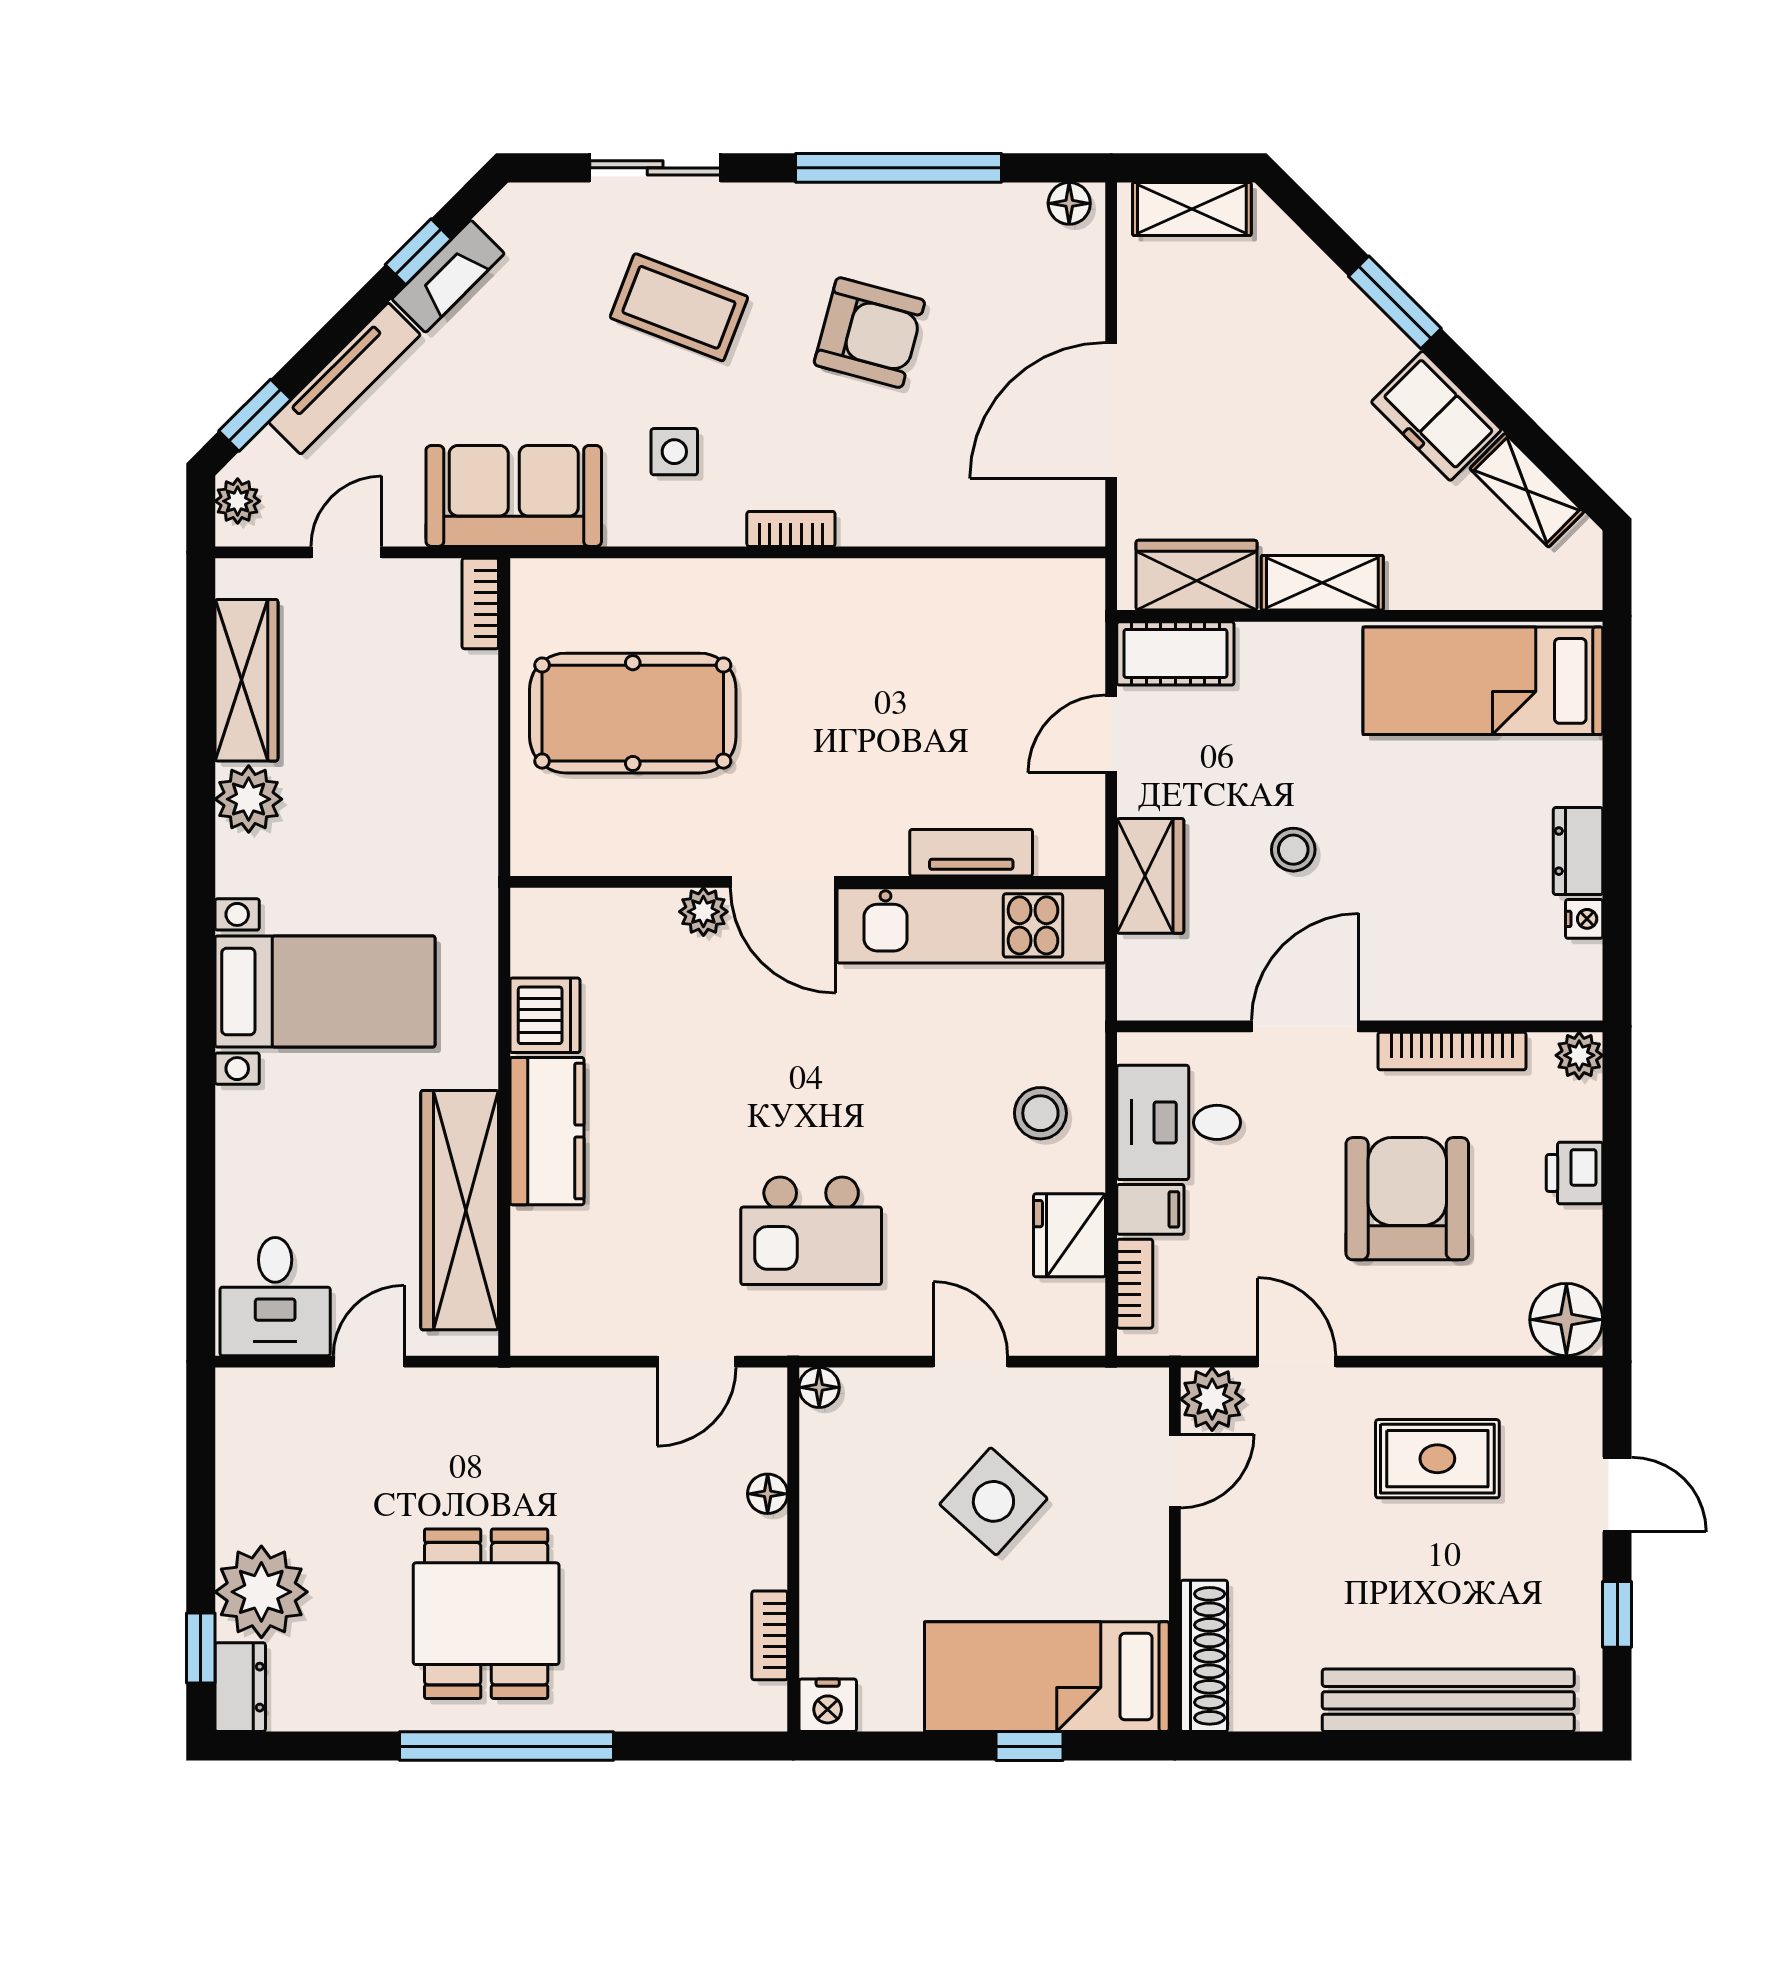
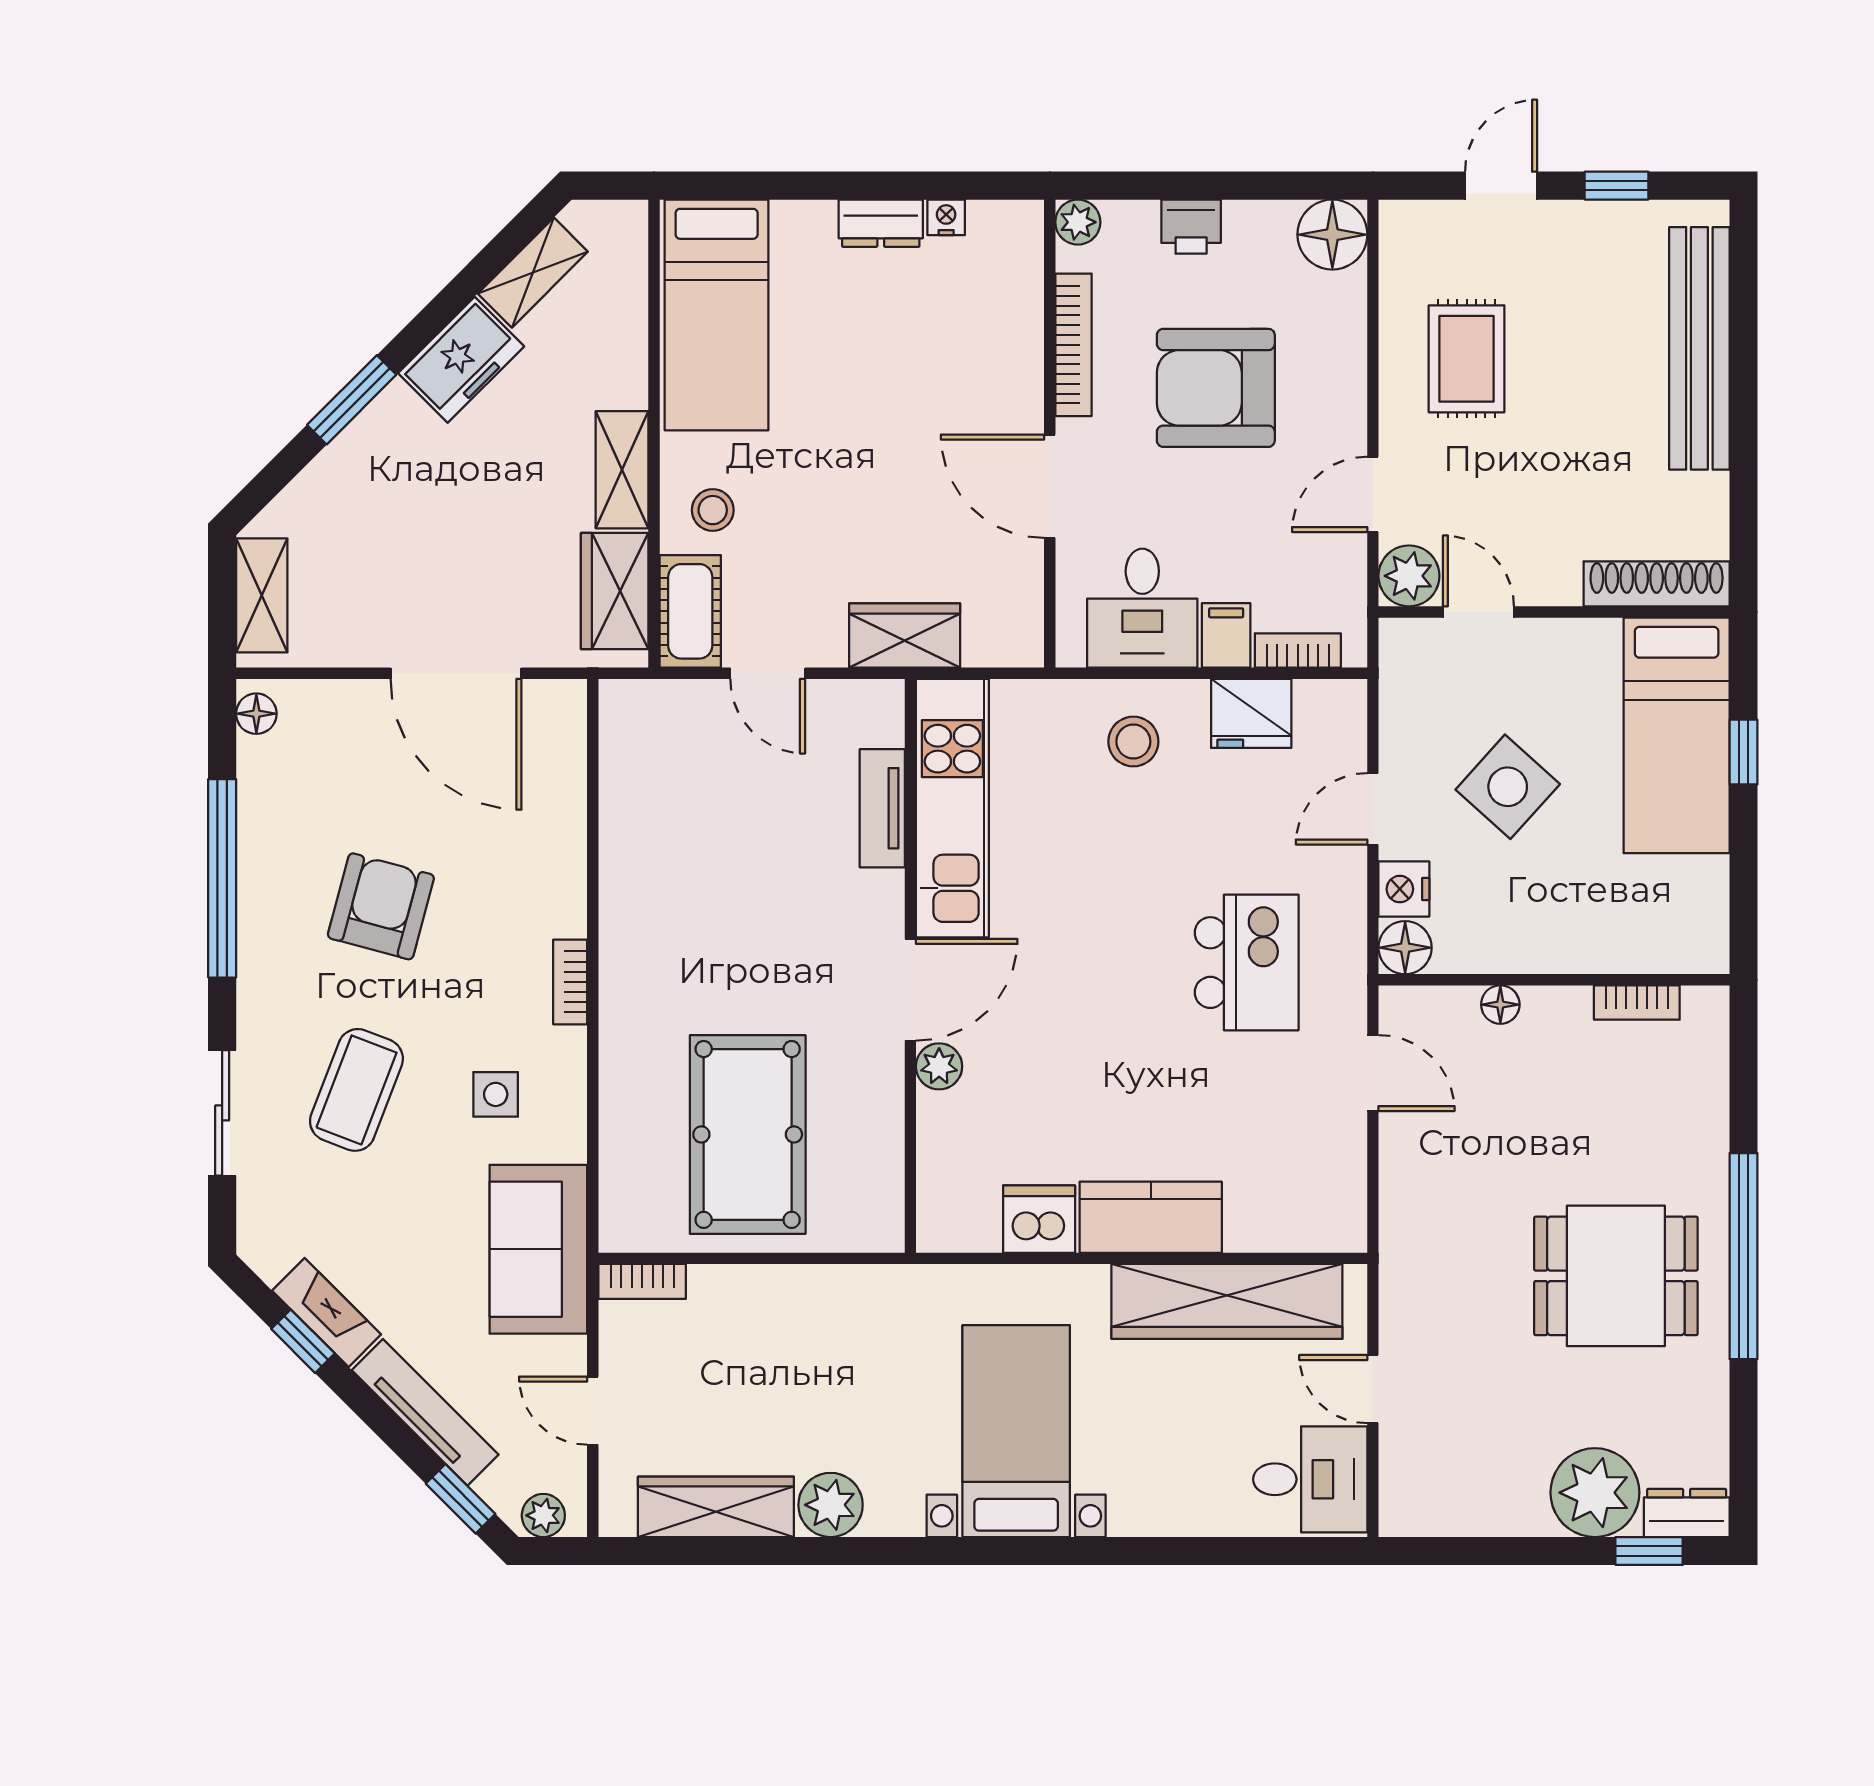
stool: (1293, 850) -> (713, 510), moved
floor lamp: (819, 1387) -> (1405, 948), width x1.37, depth x1.37
nightstand: (828, 1705) -> (1404, 889), moved, turned 180

